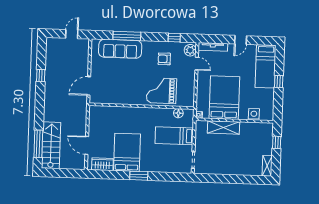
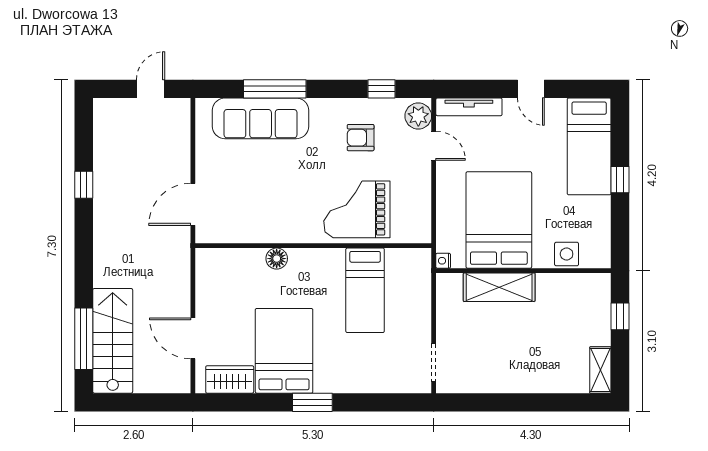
door: (241, 40) -> (531, 89), hinge flipped
floor lamp: (178, 113) -> (277, 259), moved
bed: (174, 136) -> (365, 290), moved, turned -90

